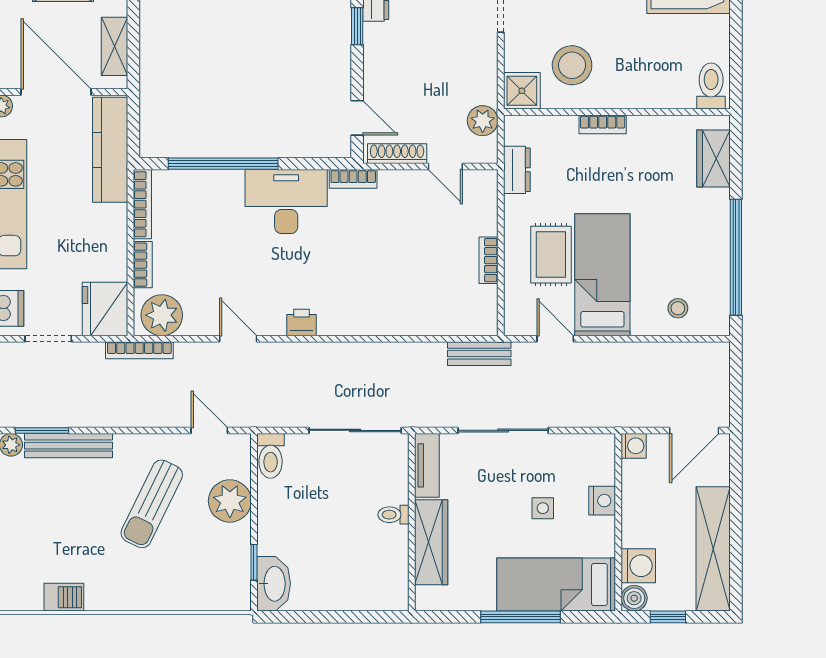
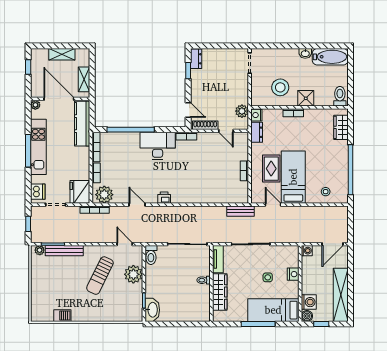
shower: (522, 91) -> (306, 98), moved
nightstand: (516, 130) -> (256, 115), added

